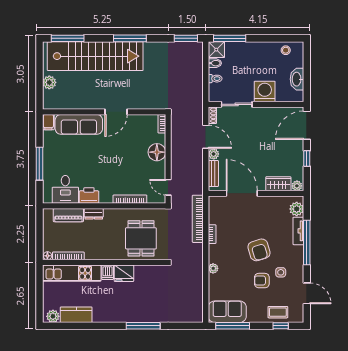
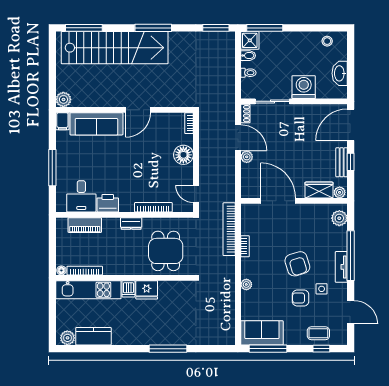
plant: (49, 82) -> (63, 99), moved
bench: (213, 173) -> (342, 162), moved
dresser: (94, 214) -> (131, 224), moved
tv unit: (298, 231) -> (341, 267), moved

